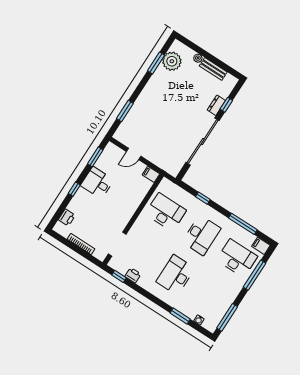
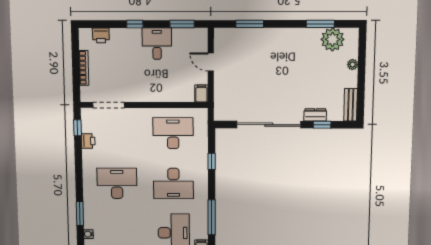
bench: (213, 69) -> (351, 105), moved
desk: (166, 212) -> (173, 133), turned -90

